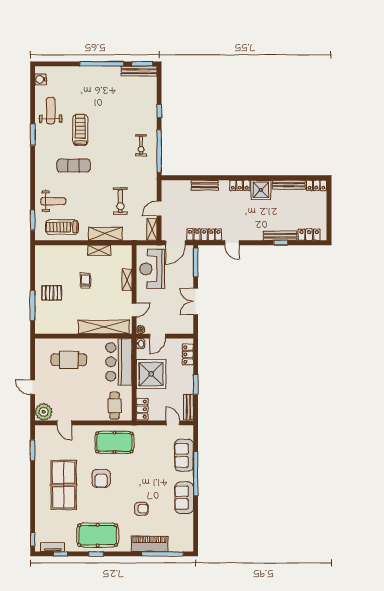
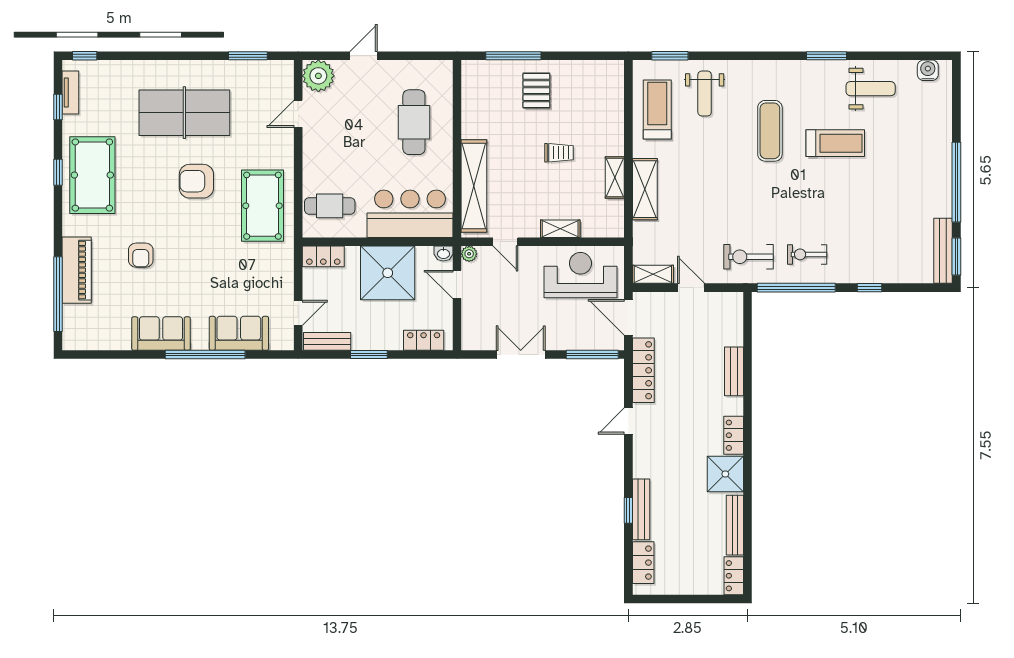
exercise bike: (120, 201) -> (749, 257), moved

